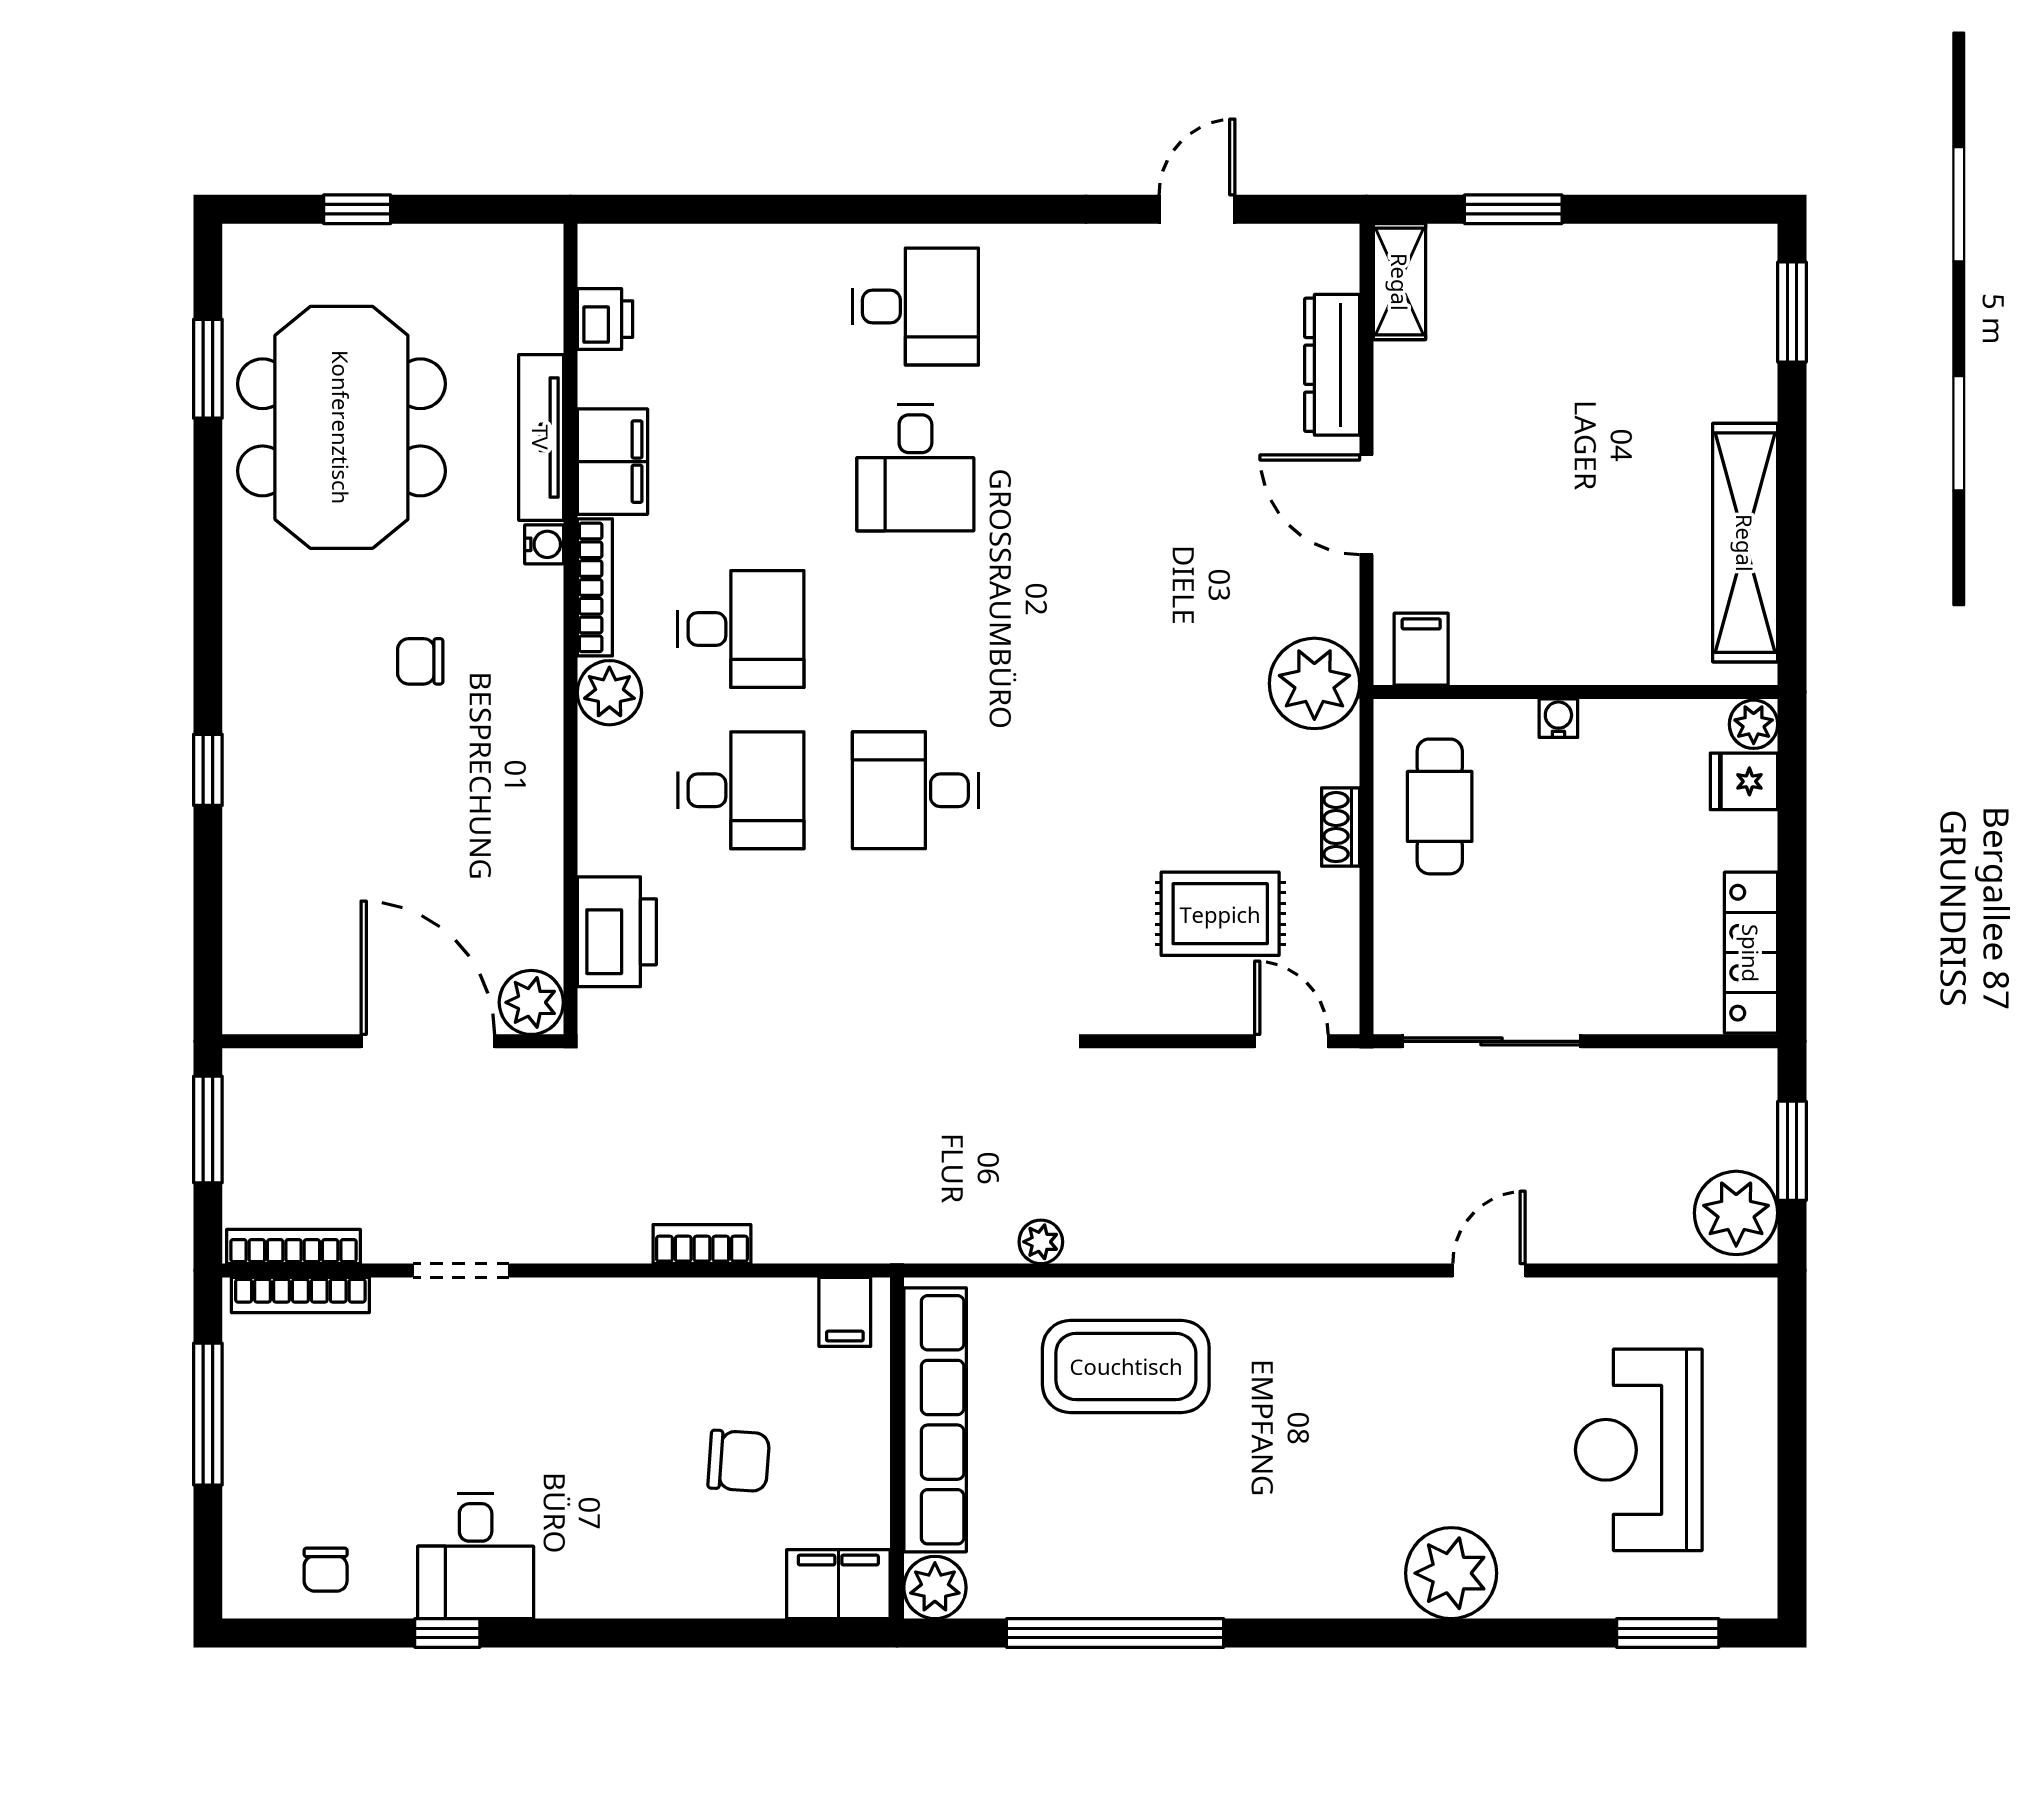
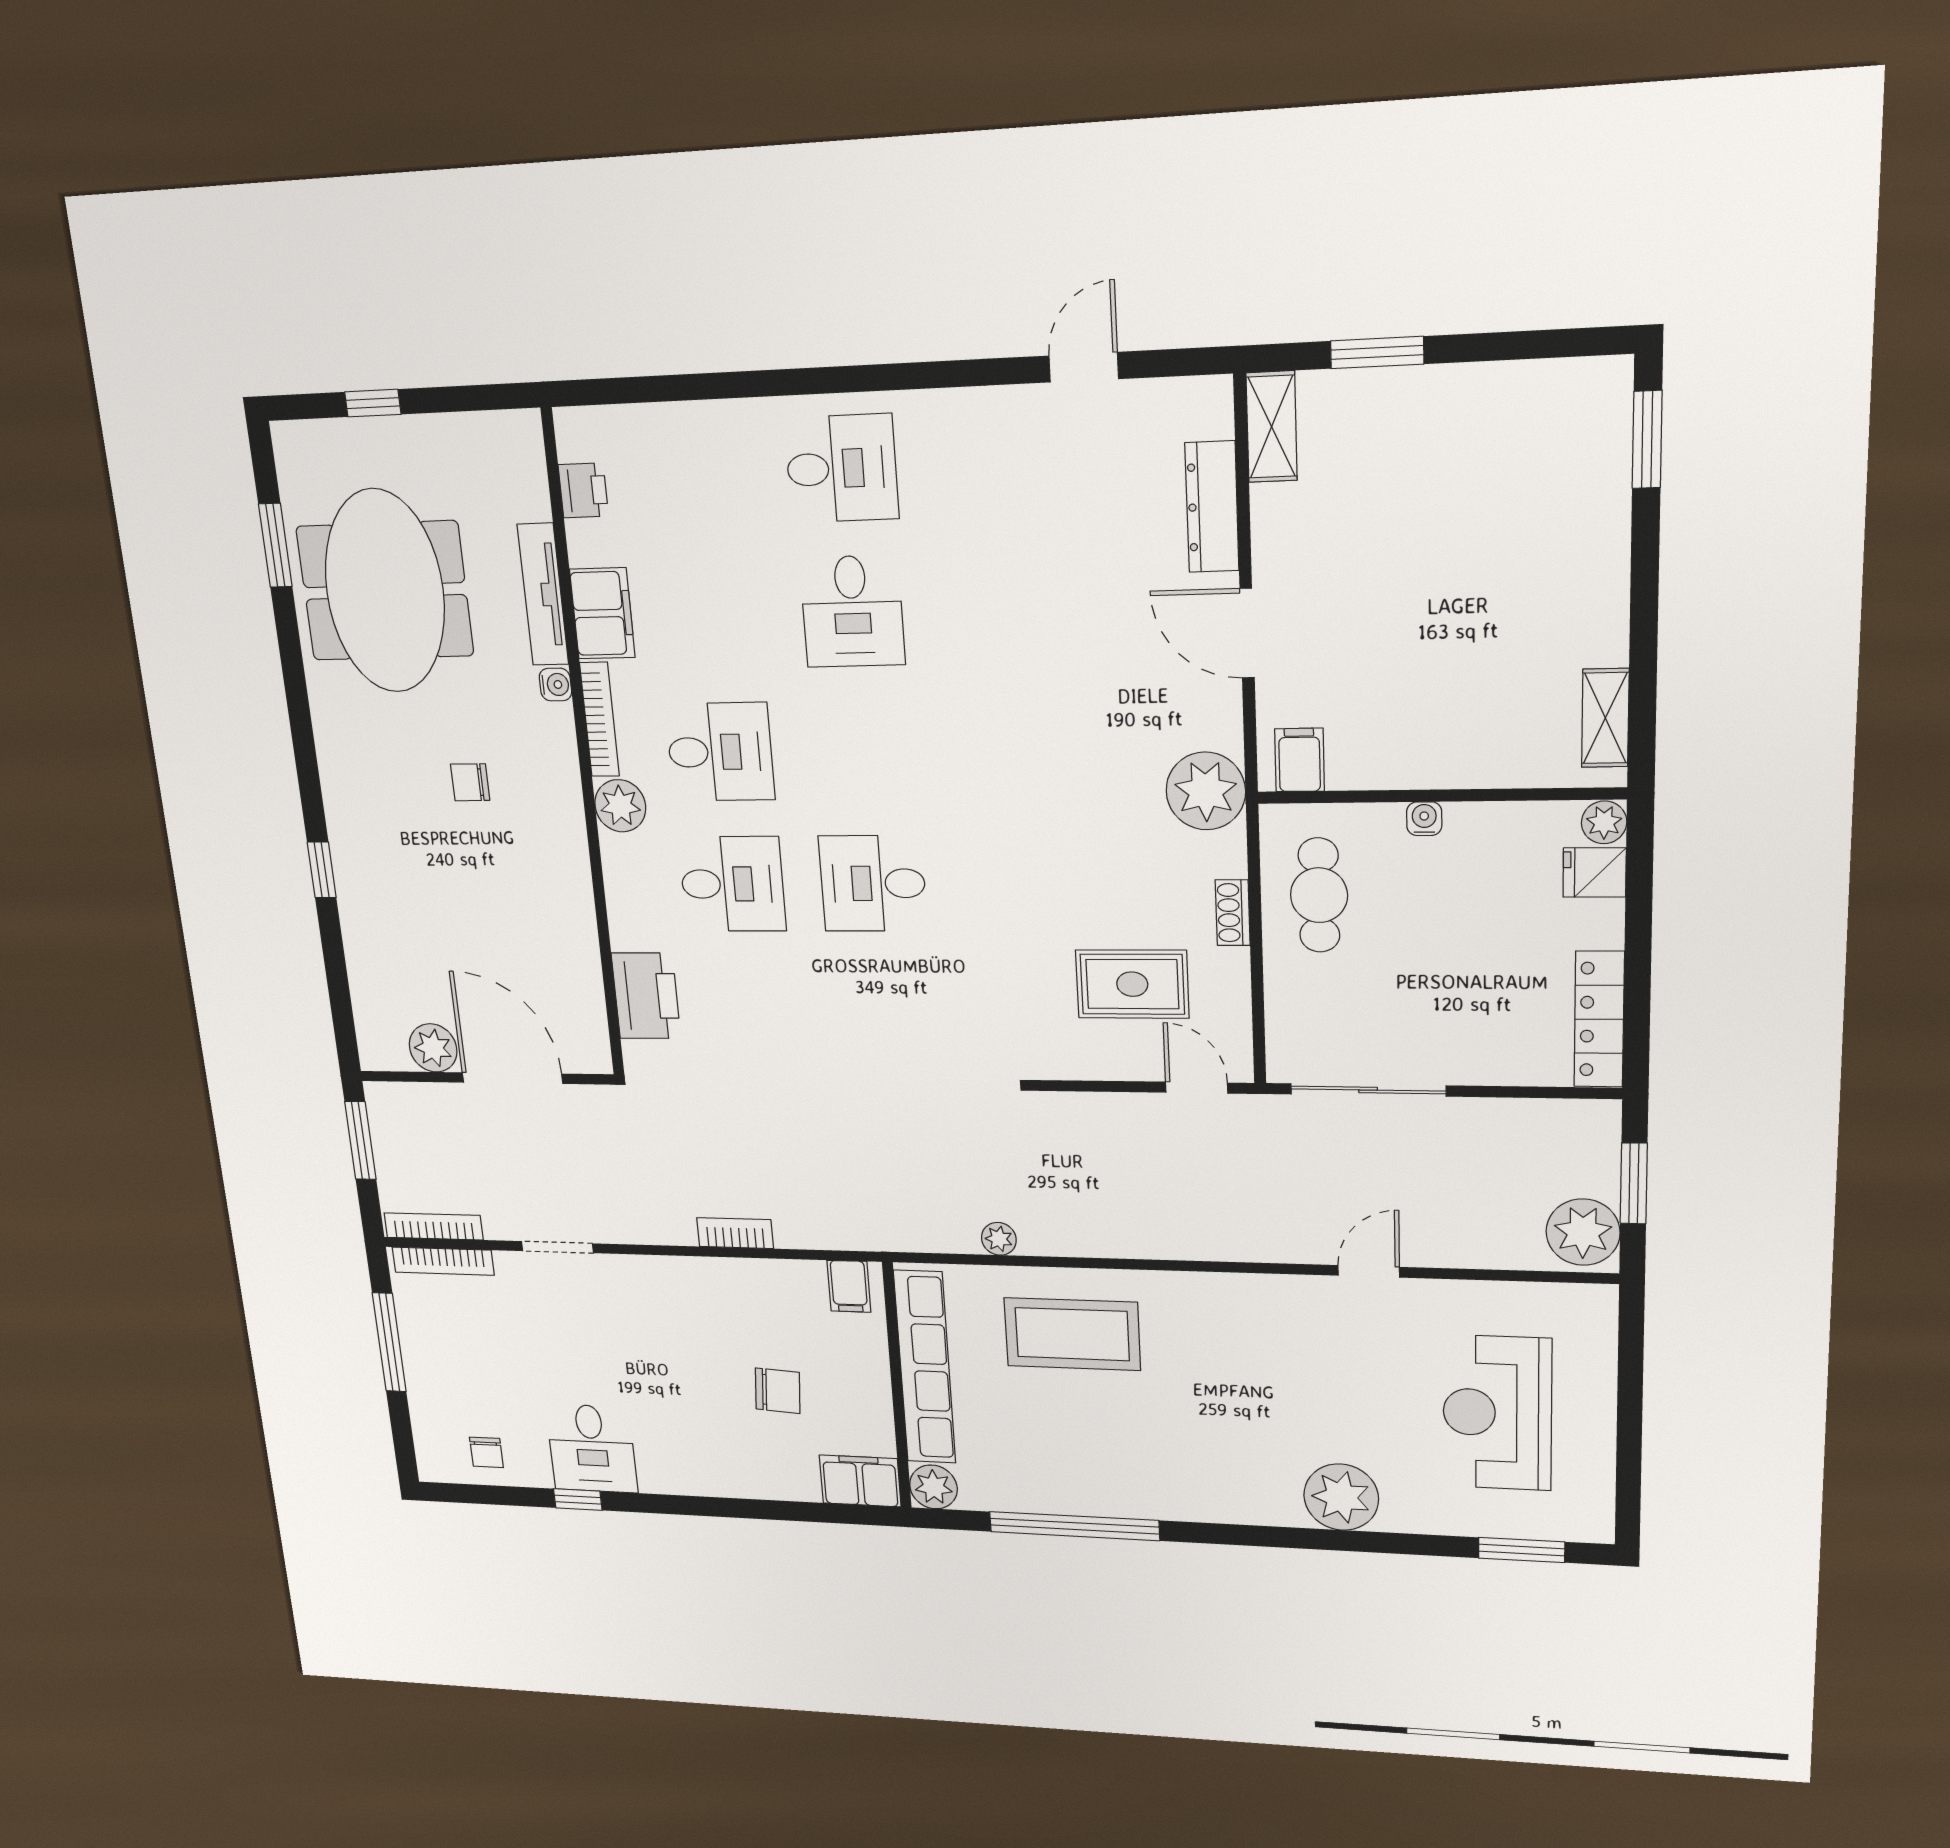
shelving: (1745, 543) -> (1605, 718), width x0.45, depth x0.75
plant: (531, 1002) -> (433, 1048), moved

